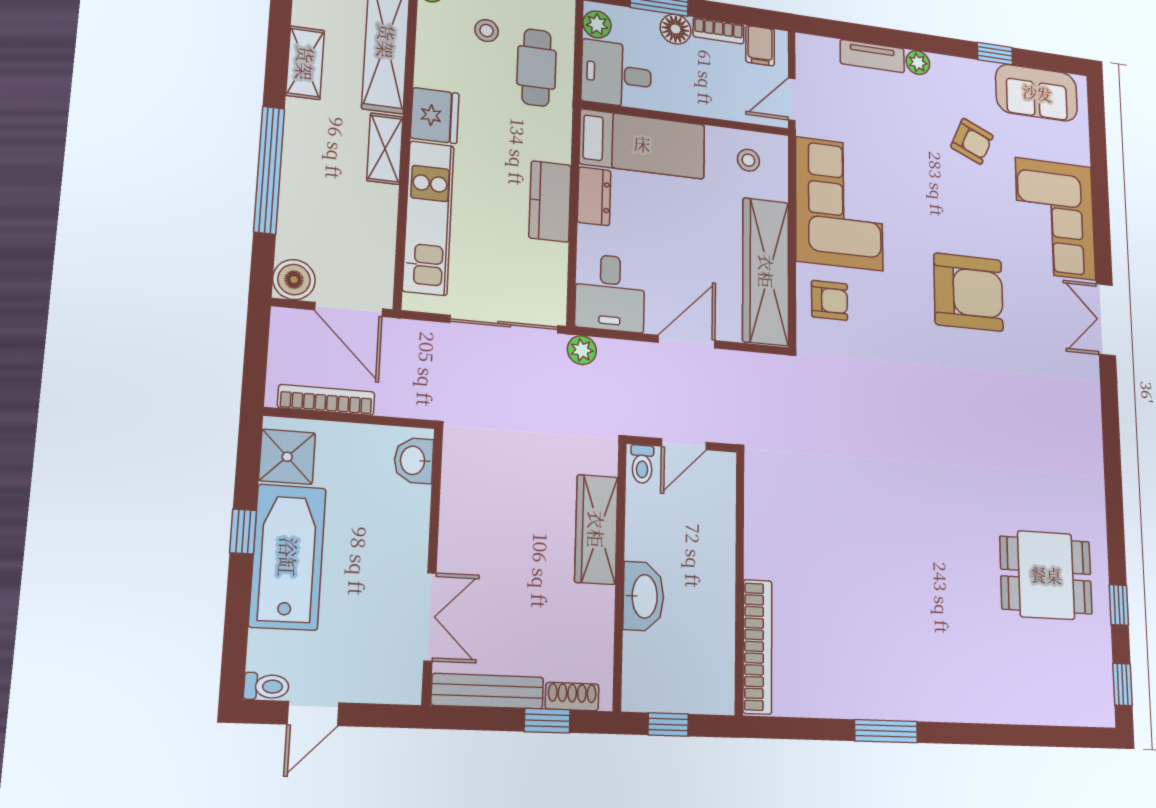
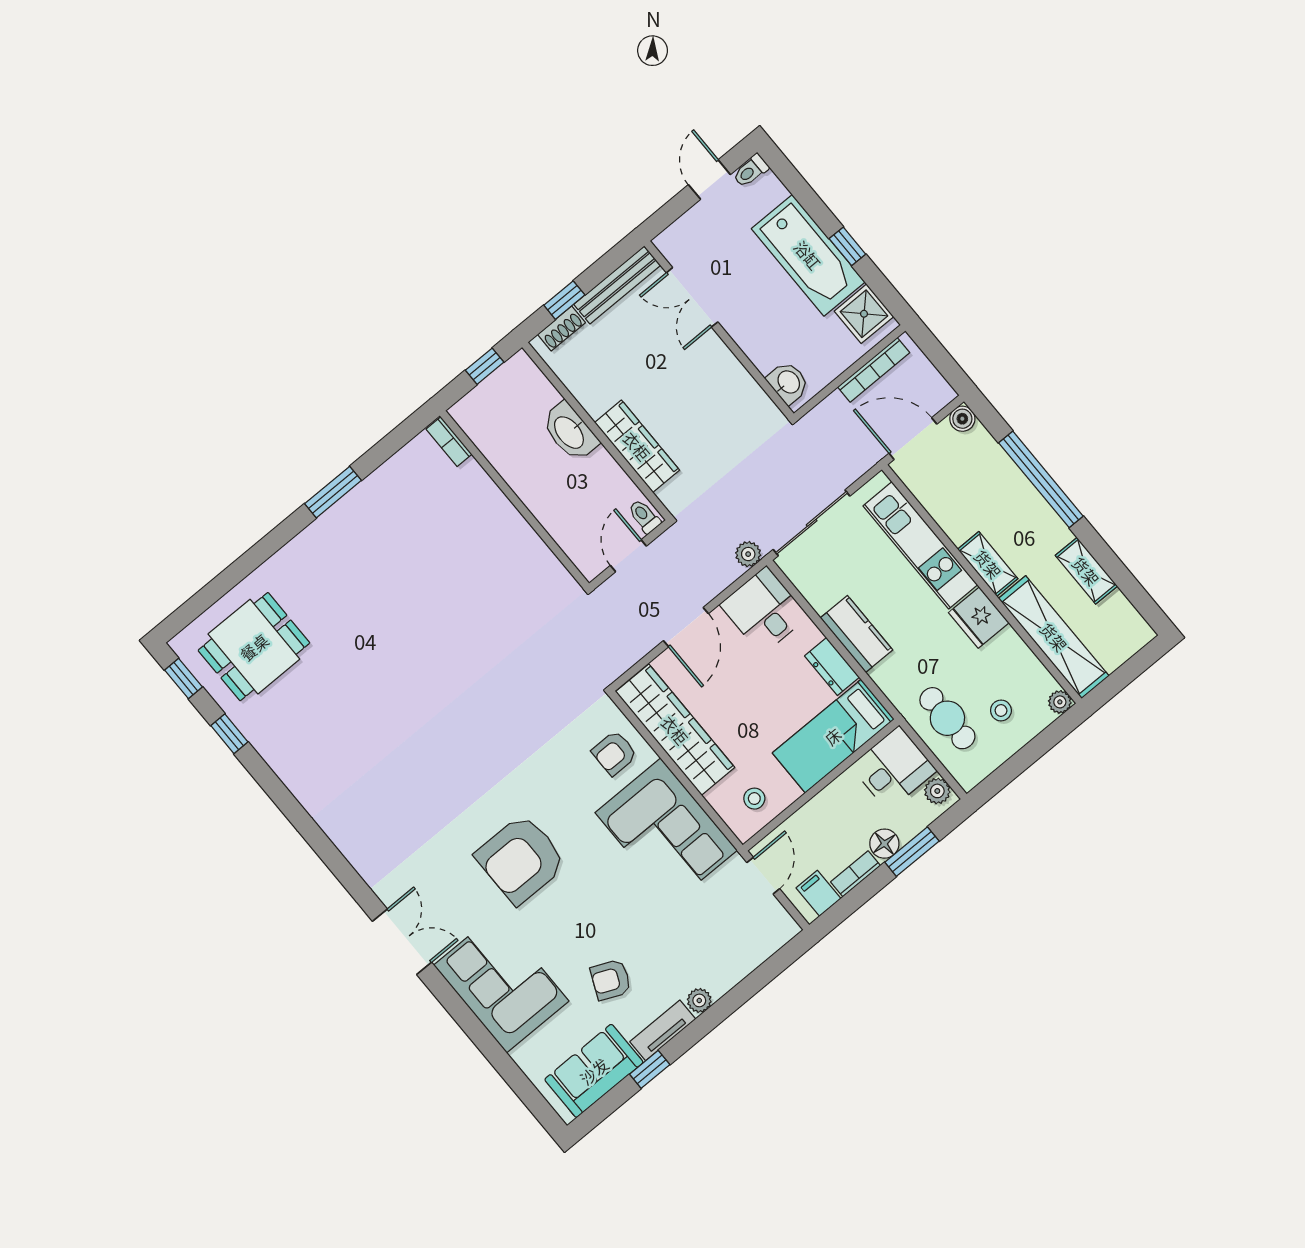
tv unit: (872, 56) -> (663, 1030), moved
boiler: (294, 280) -> (962, 419), width x0.73, depth x0.73
dining table: (1046, 575) -> (254, 647), moved
bookcase: (757, 647) -> (449, 442), width x0.43, depth x0.76

